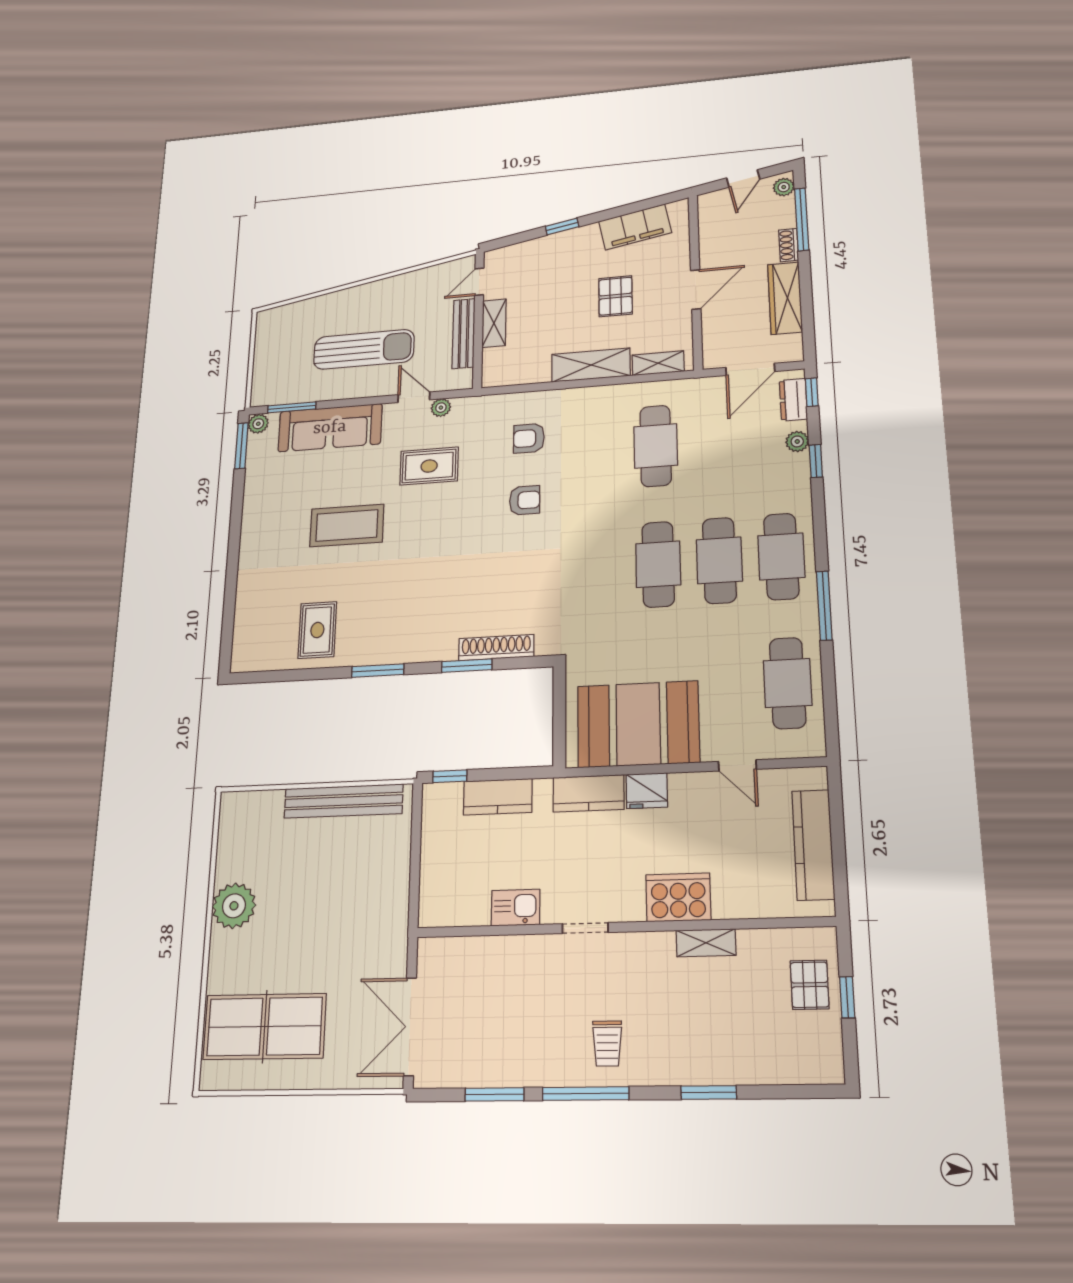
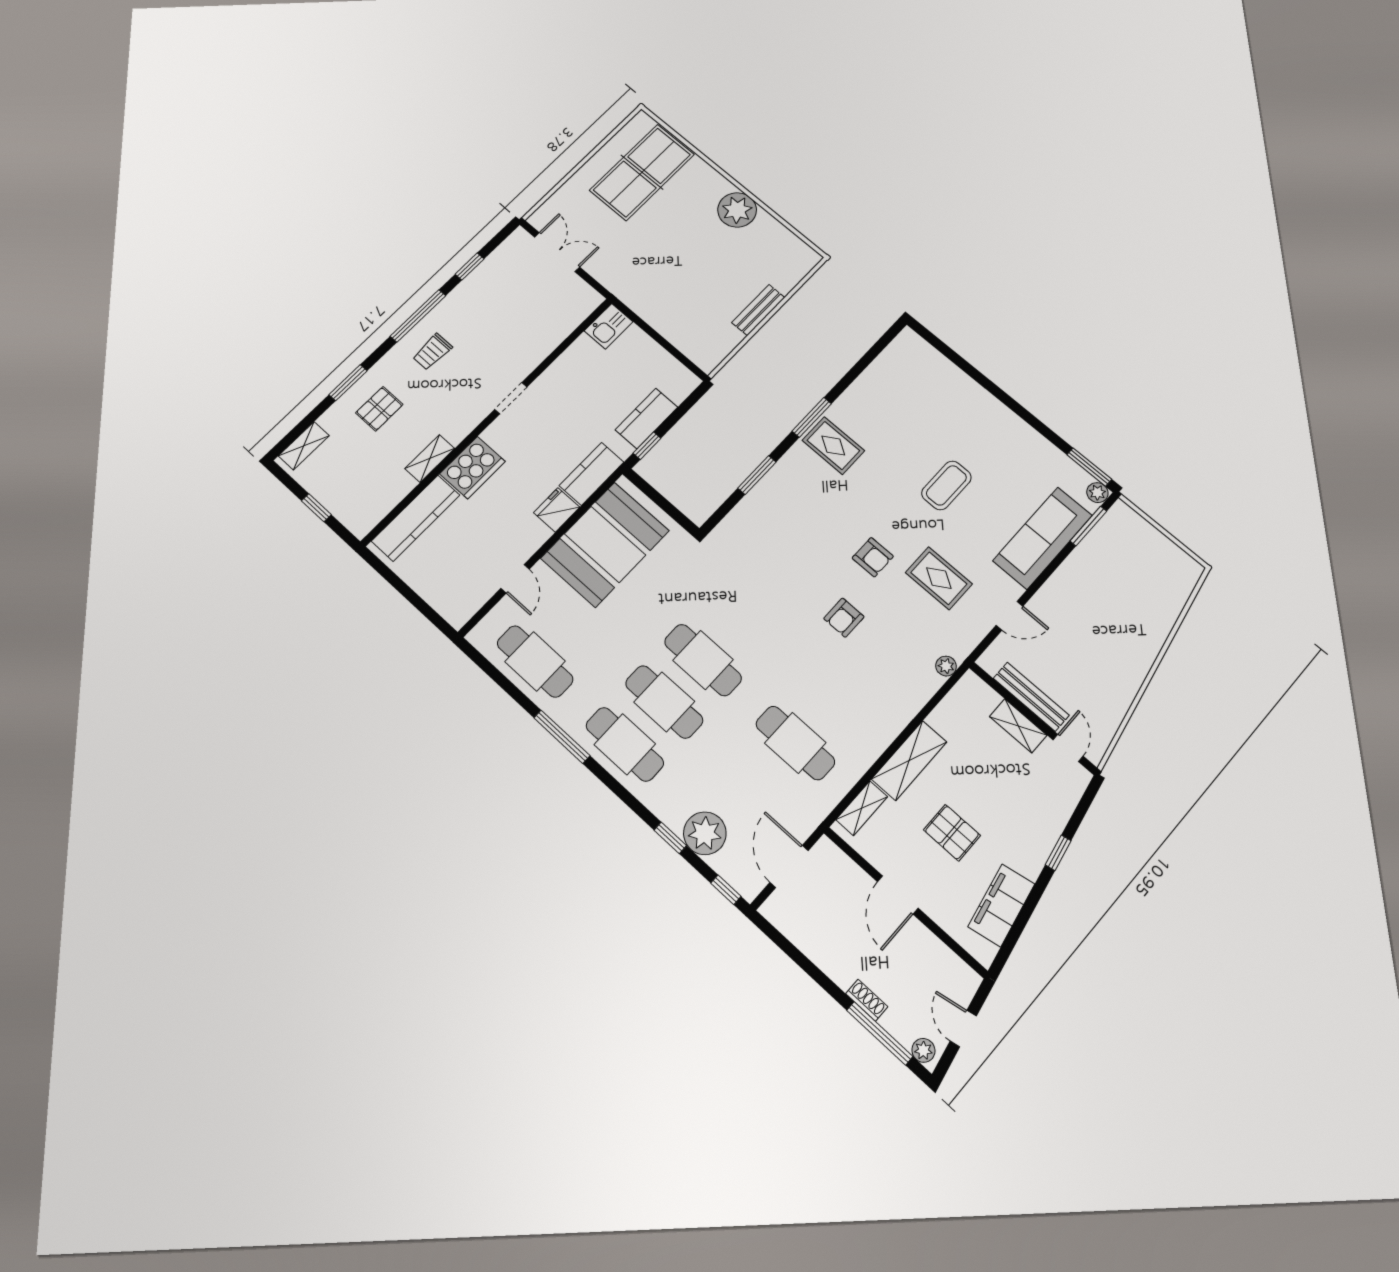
wardrobe: (785, 298) -> (823, 950), removed
sun lounger: (364, 349) -> (1090, 616), removed
dresser: (793, 400) -> (733, 871), removed
plant: (441, 408) -> (946, 666), moved
armchair: (529, 438) -> (873, 557), moved, turned 90
plant: (797, 441) -> (705, 833), width x1.88, depth x1.88
rug: (429, 466) -> (939, 578), turned 90
coffee table: (347, 525) -> (946, 485), width x0.73, depth x0.76
rug: (317, 630) -> (833, 446), moved
shoe rack: (496, 648) -> (751, 504), removed
door: (737, 765) -> (515, 579), swing flipped
window: (450, 776) -> (647, 446), moved
bench: (343, 801) -> (758, 310), width x0.54, depth x0.82
kitchen counter: (813, 845) -> (416, 518), moved, turned 90
kitchen sink: (516, 908) -> (609, 326), moved
pallet: (810, 985) -> (379, 409), moved, turned 90
double door: (410, 1026) -> (557, 252), width x0.73
trolley: (607, 1043) -> (432, 352), turned -90
shelving: (805, 1070) -> (304, 446), added
window: (494, 1094) -> (470, 267), width x0.67

